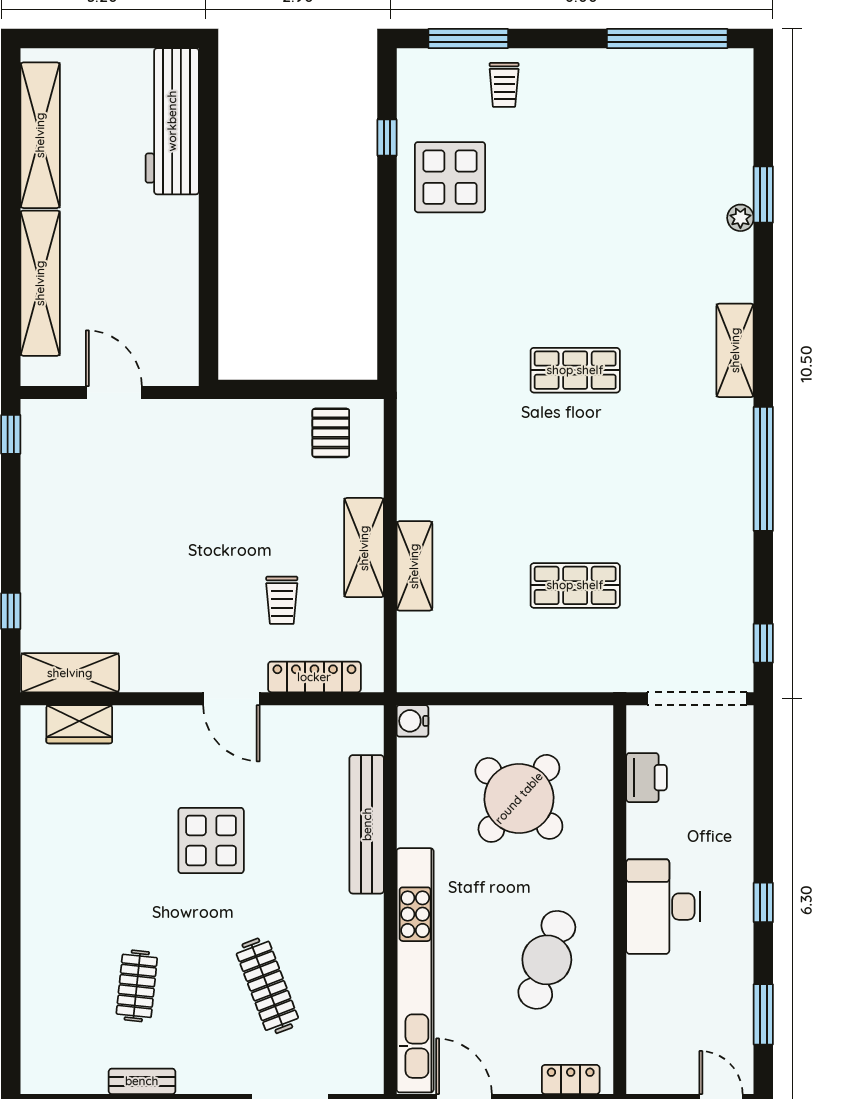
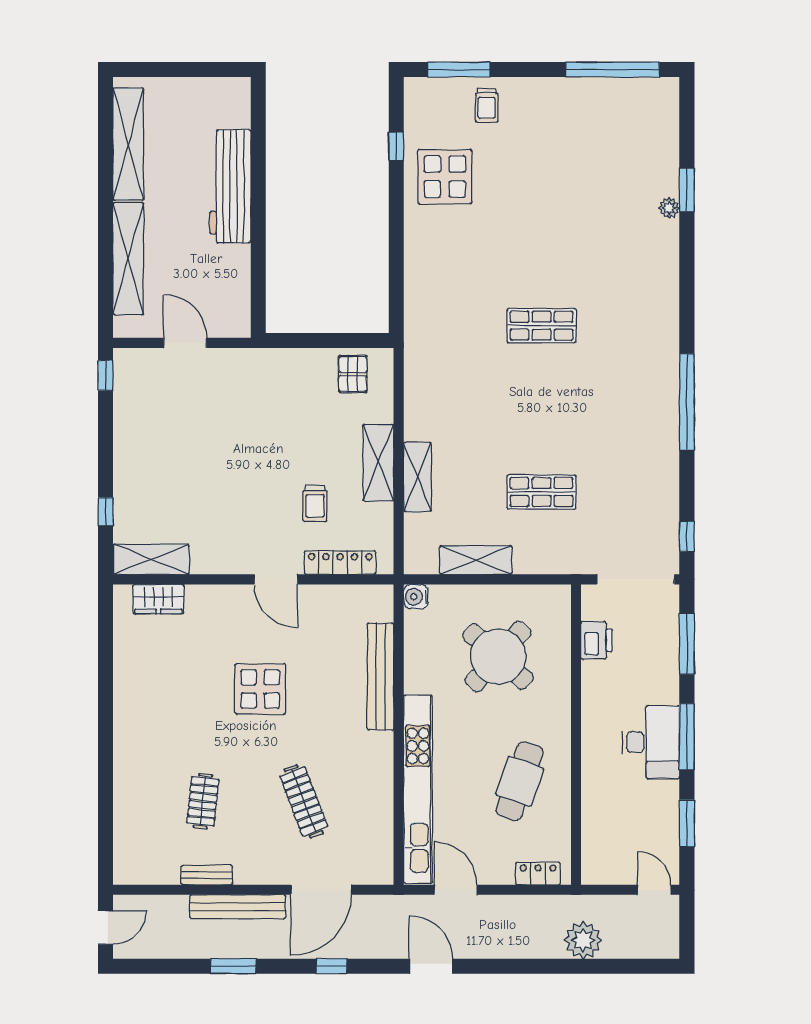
workbench: (172, 121) -> (230, 186), moved
shelving: (735, 350) -> (476, 560), moved, turned 90
window: (763, 782) -> (687, 644), added
window: (763, 902) -> (687, 737), width x2.17
desk: (663, 907) -> (651, 742), moved, turned 180

